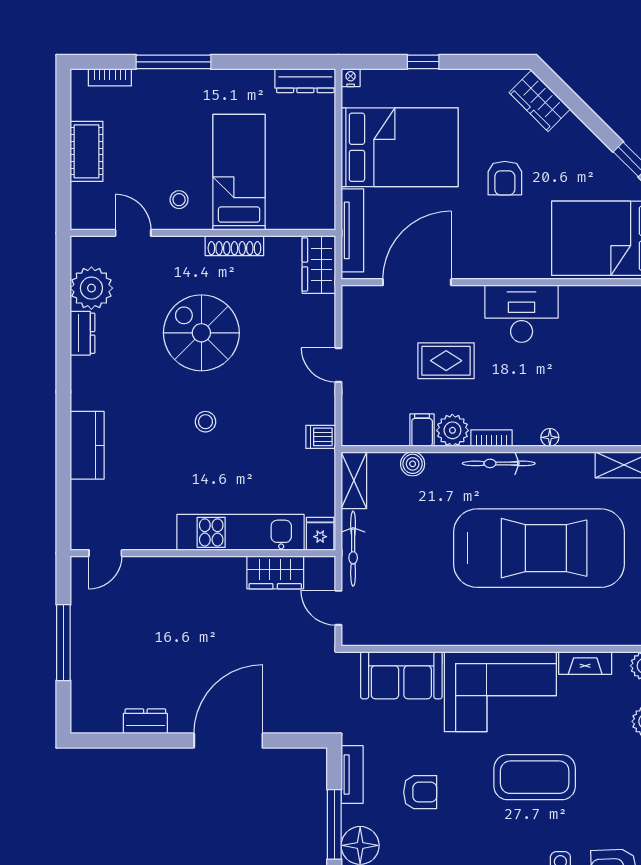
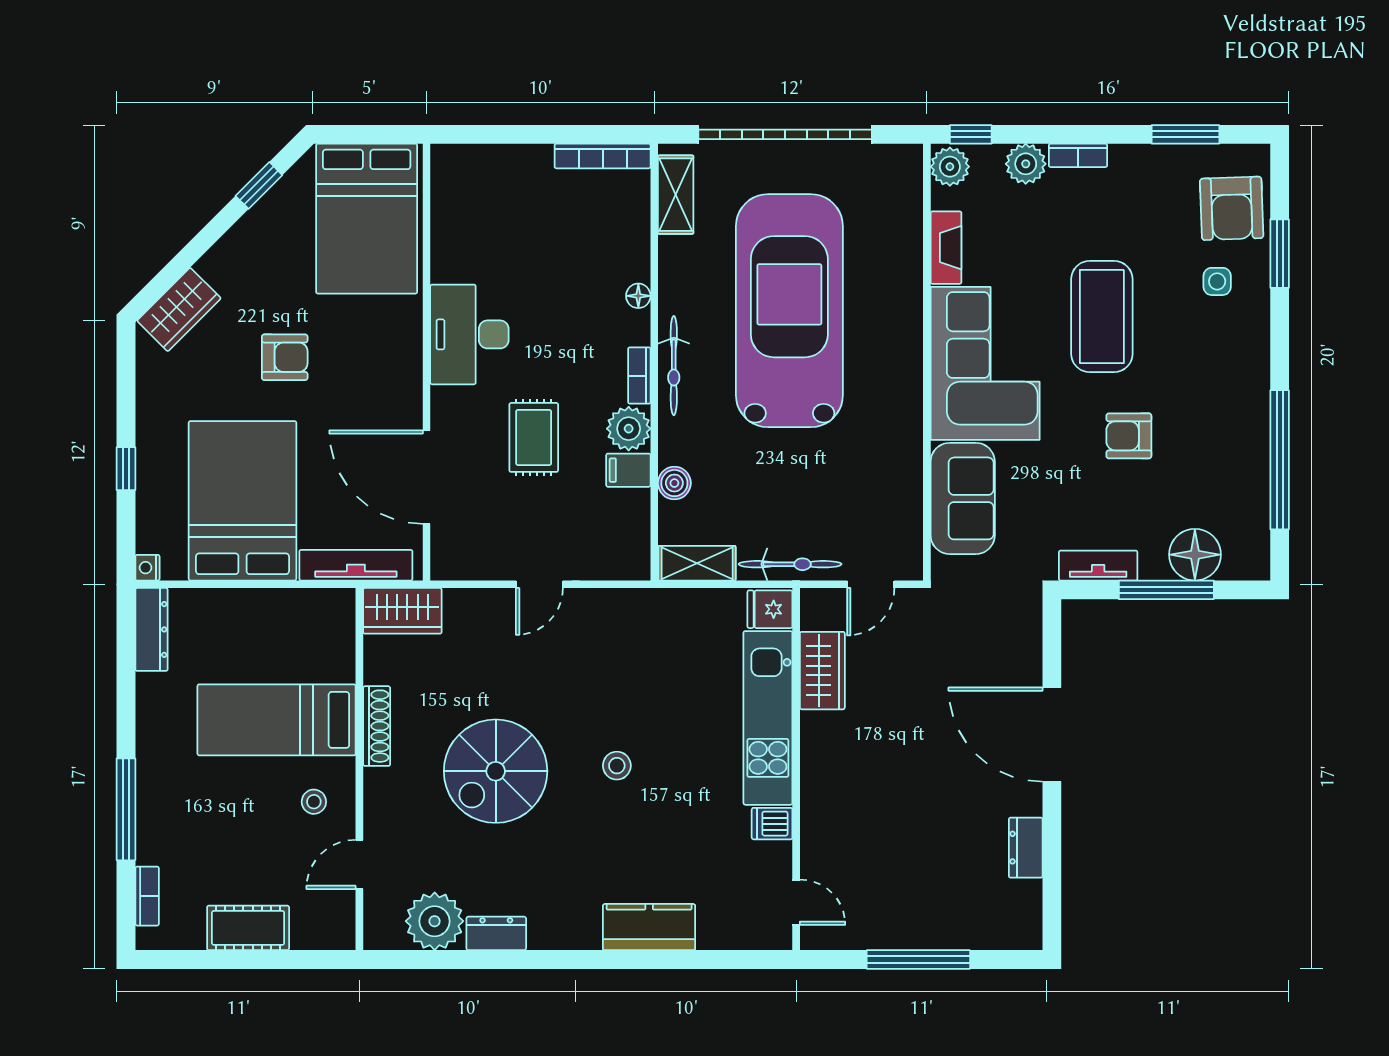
dishwasher: (321, 437) -> (772, 824), moved, turned 90
armchair: (420, 792) -> (1129, 436), moved, turned -90

